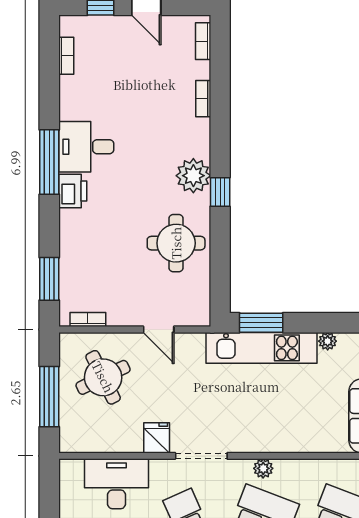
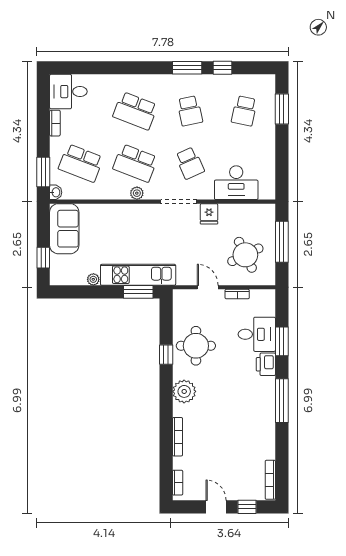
bookcase: (66, 56) -> (270, 480), width x1.56
bookcase: (203, 99) -> (177, 437), width x1.56
desk: (86, 147) -> (257, 334), moved
printer: (73, 191) -> (266, 364), moved
window: (220, 192) -> (166, 355), moved
window: (49, 279) -> (282, 341), moved
bookcase: (88, 319) -> (237, 294), moved

